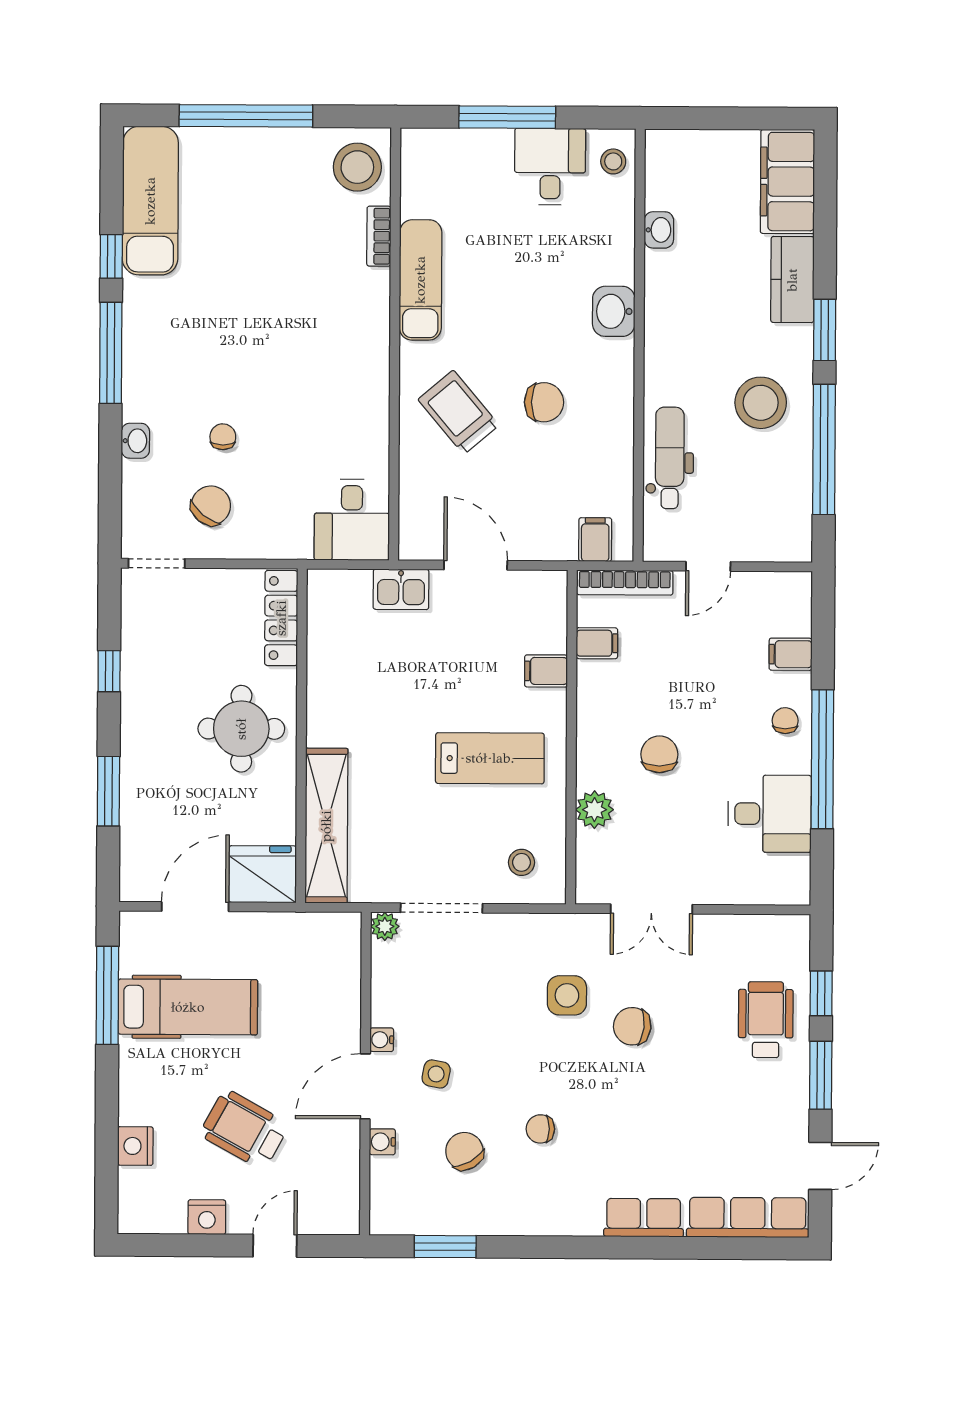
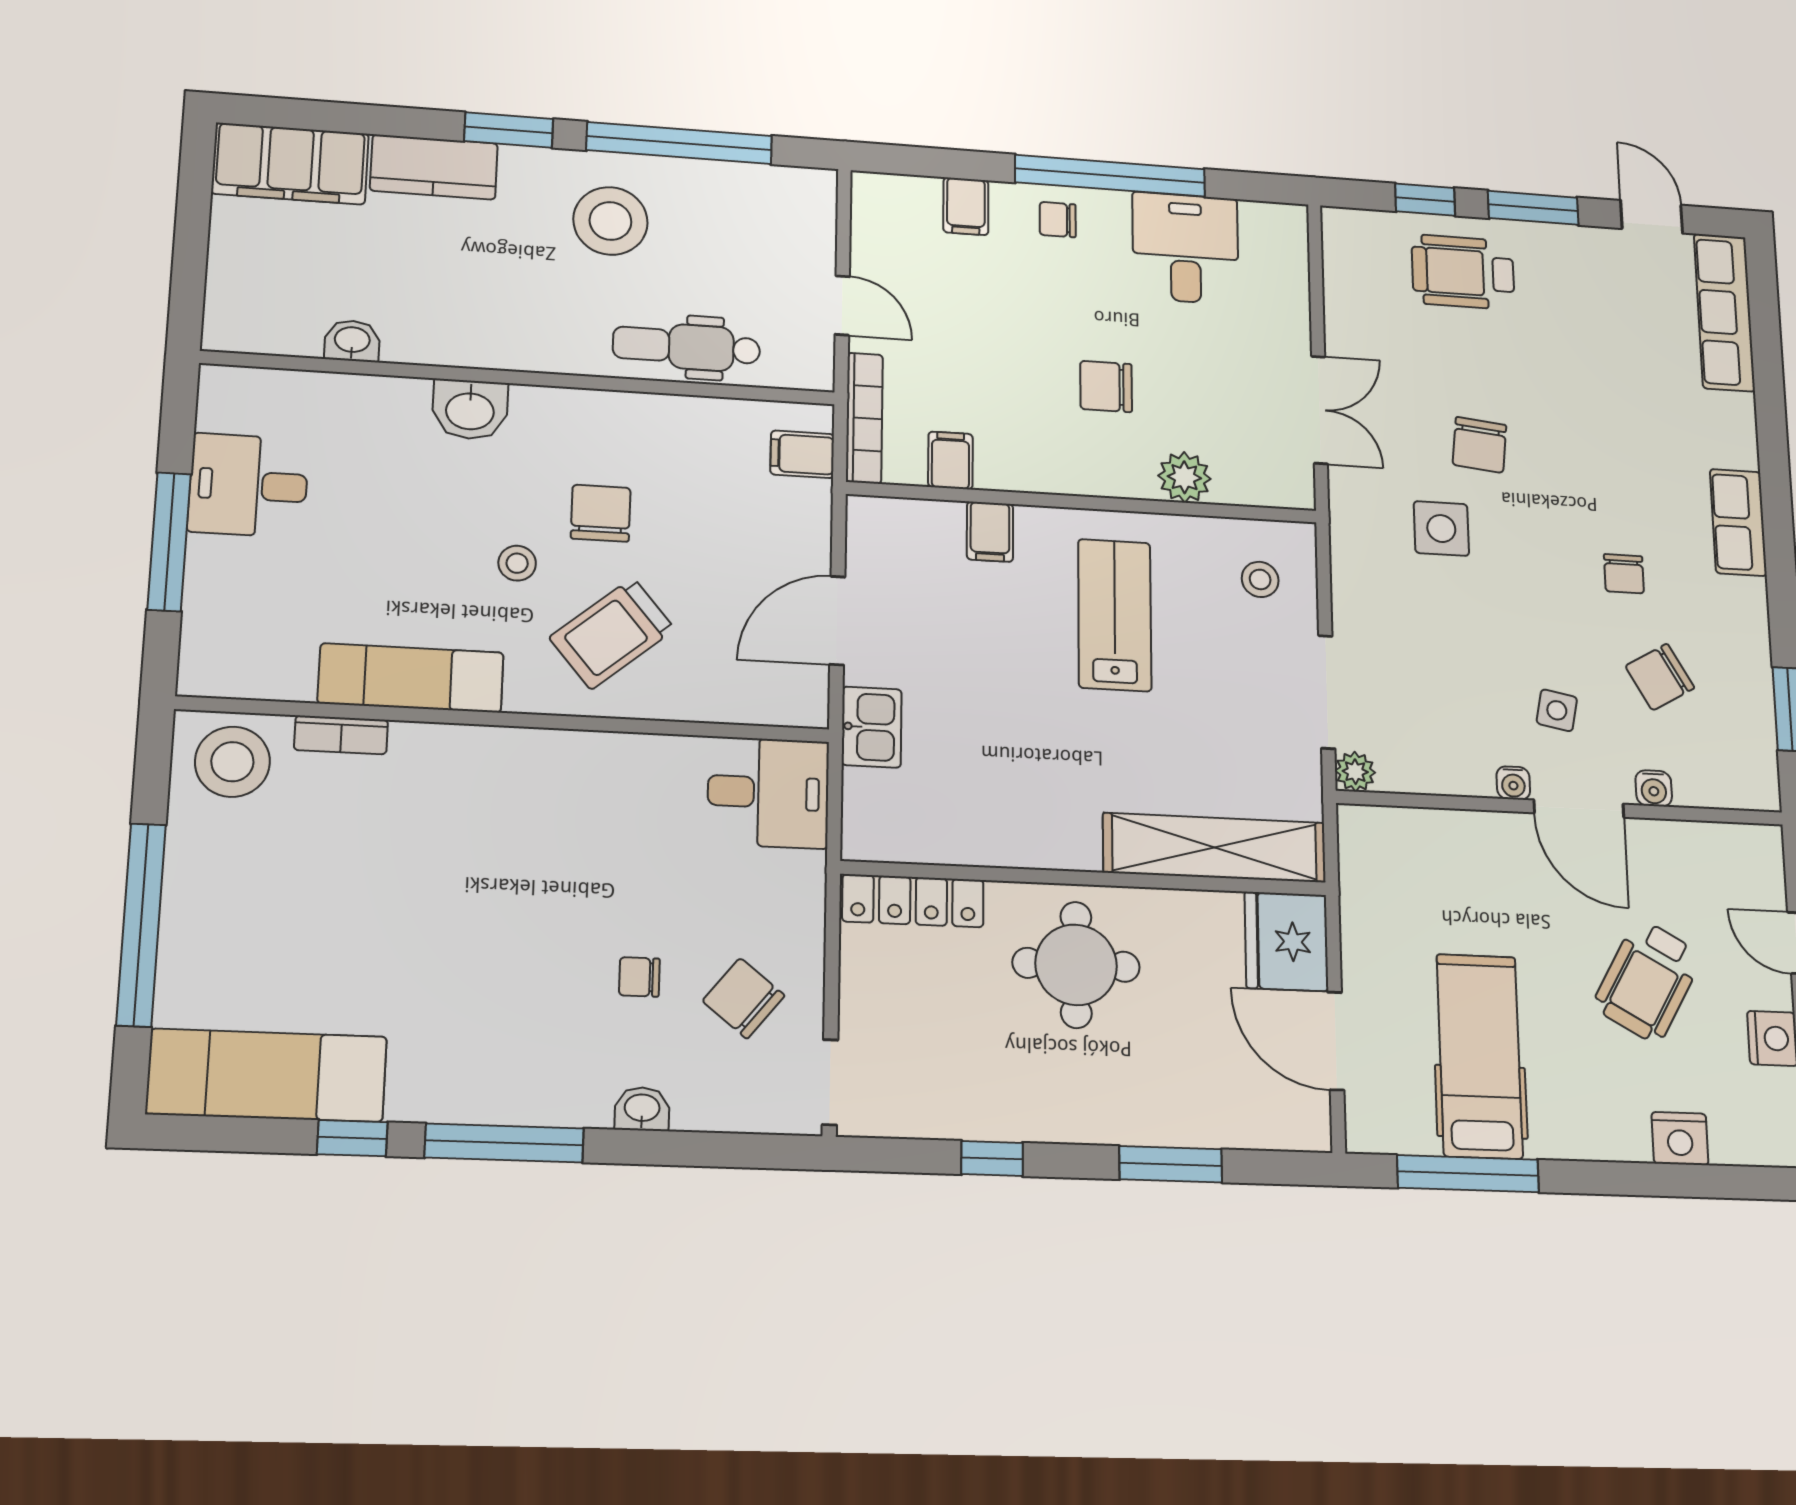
stool: (613, 161) -> (517, 563), moved
row of seats: (644, 1218) -> (1738, 522), moved

